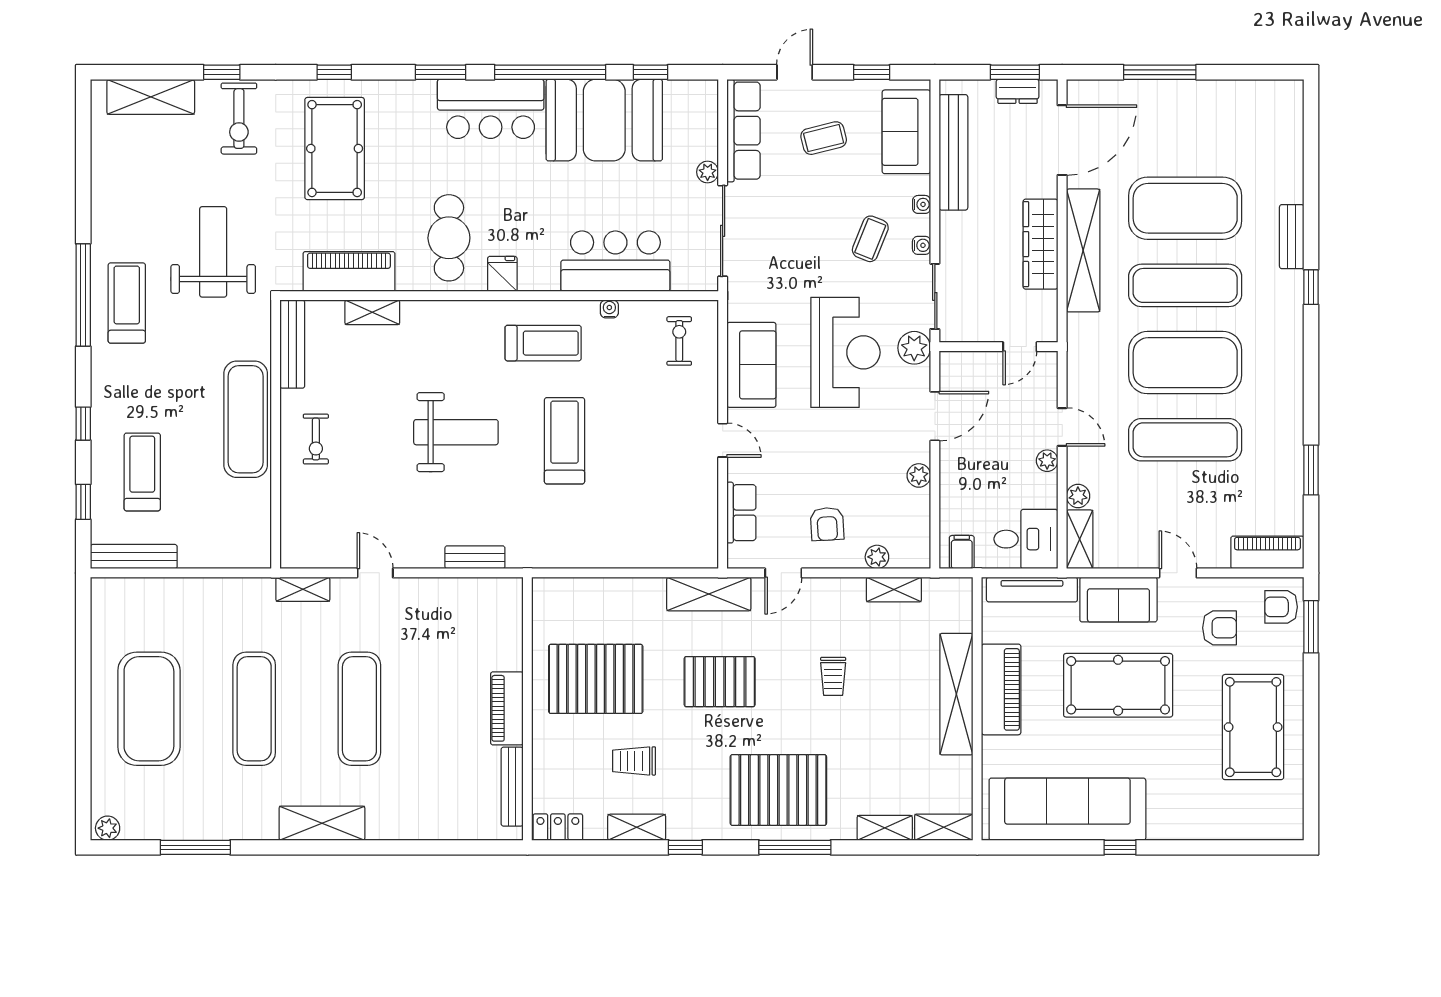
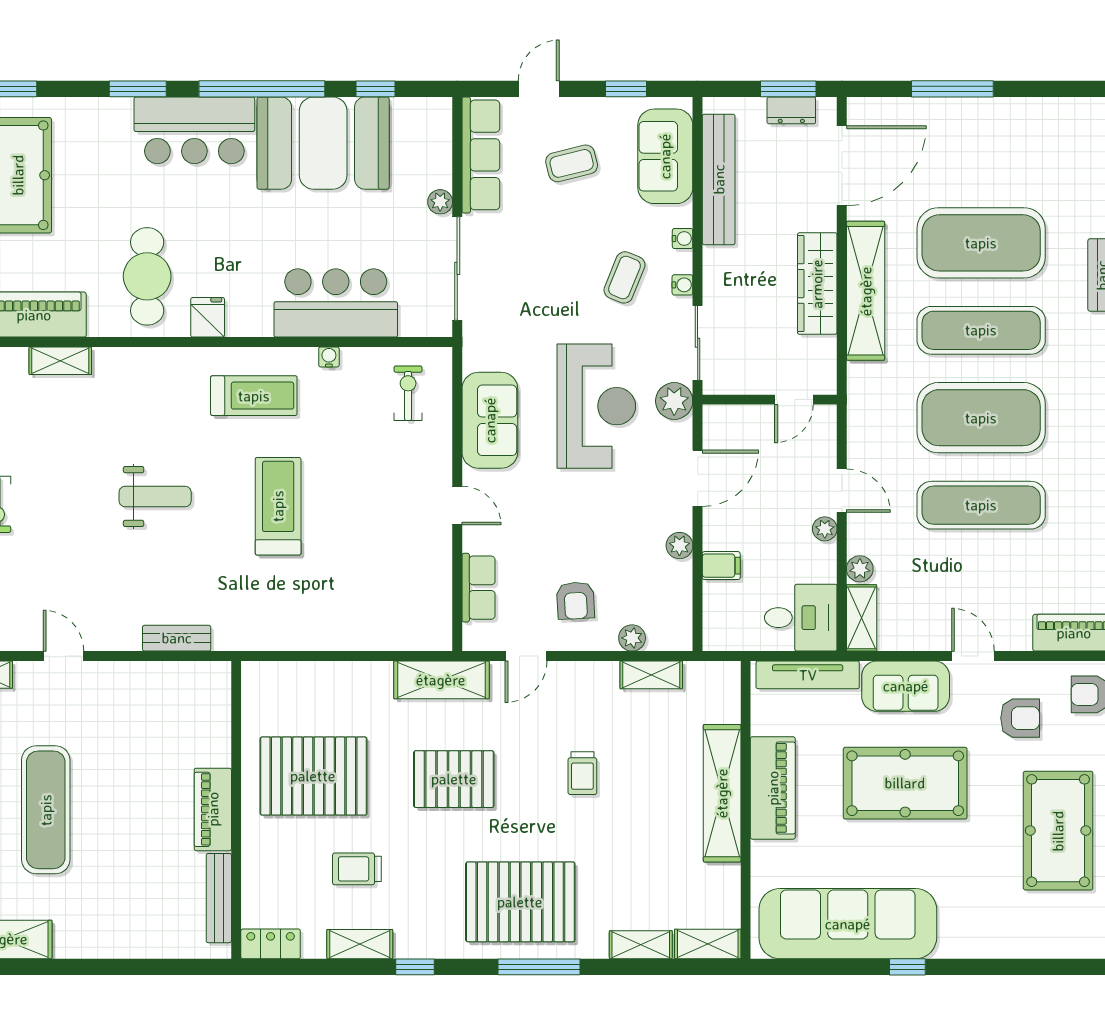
weight bench: (456, 432) -> (155, 497), width x0.73, depth x0.75
filing cabinet: (962, 552) -> (721, 566), moved, turned 90

